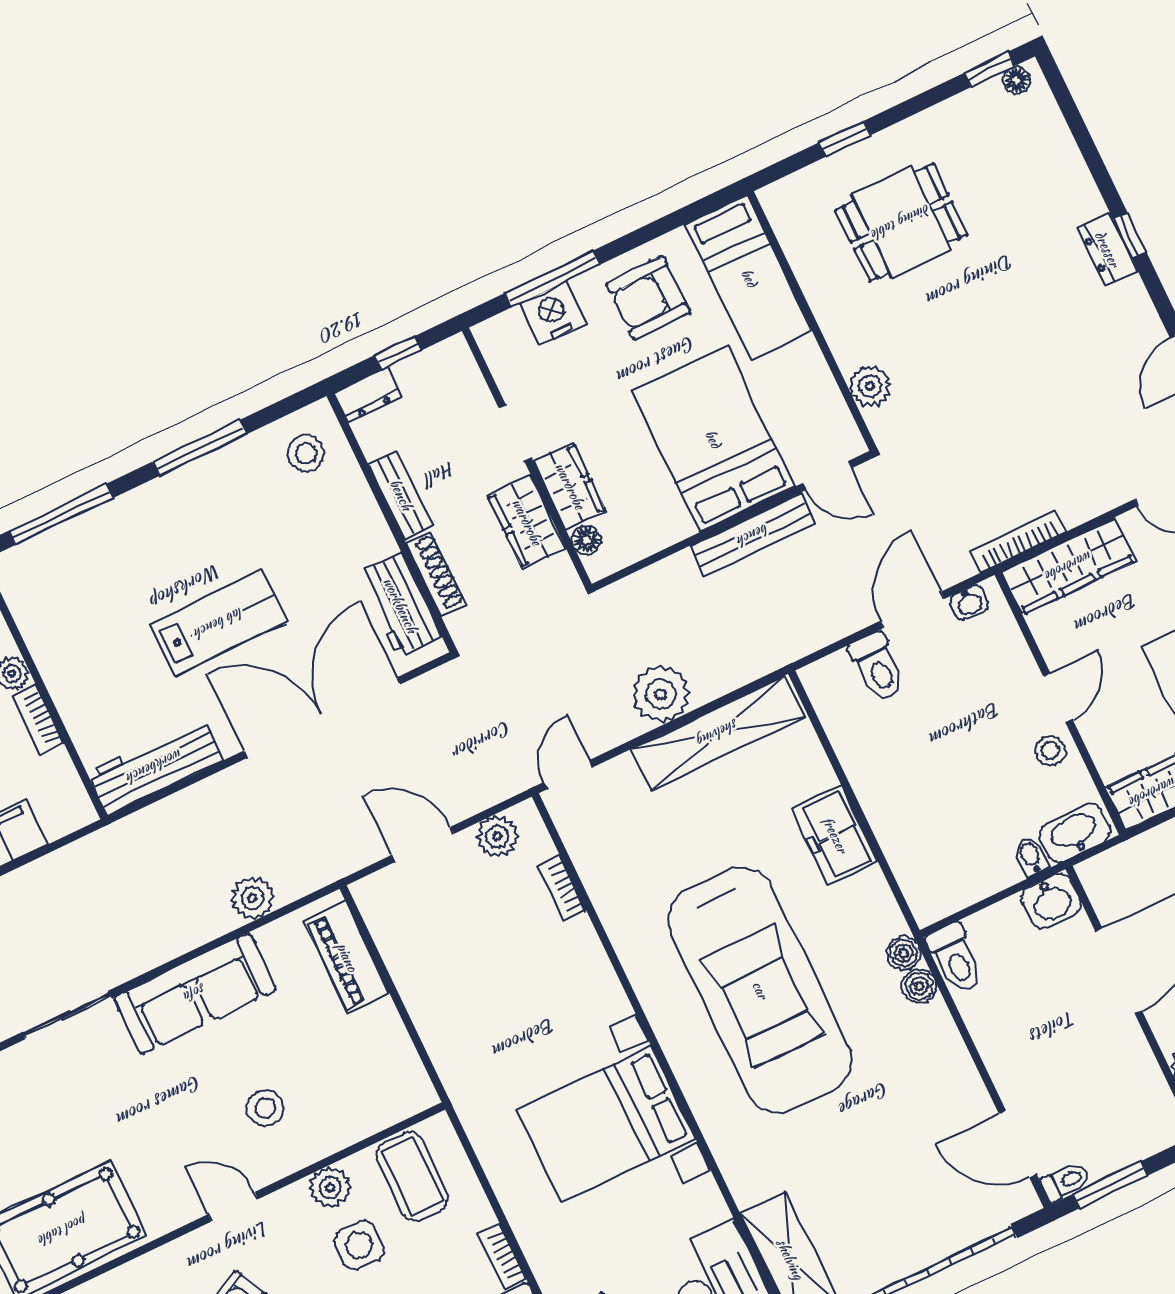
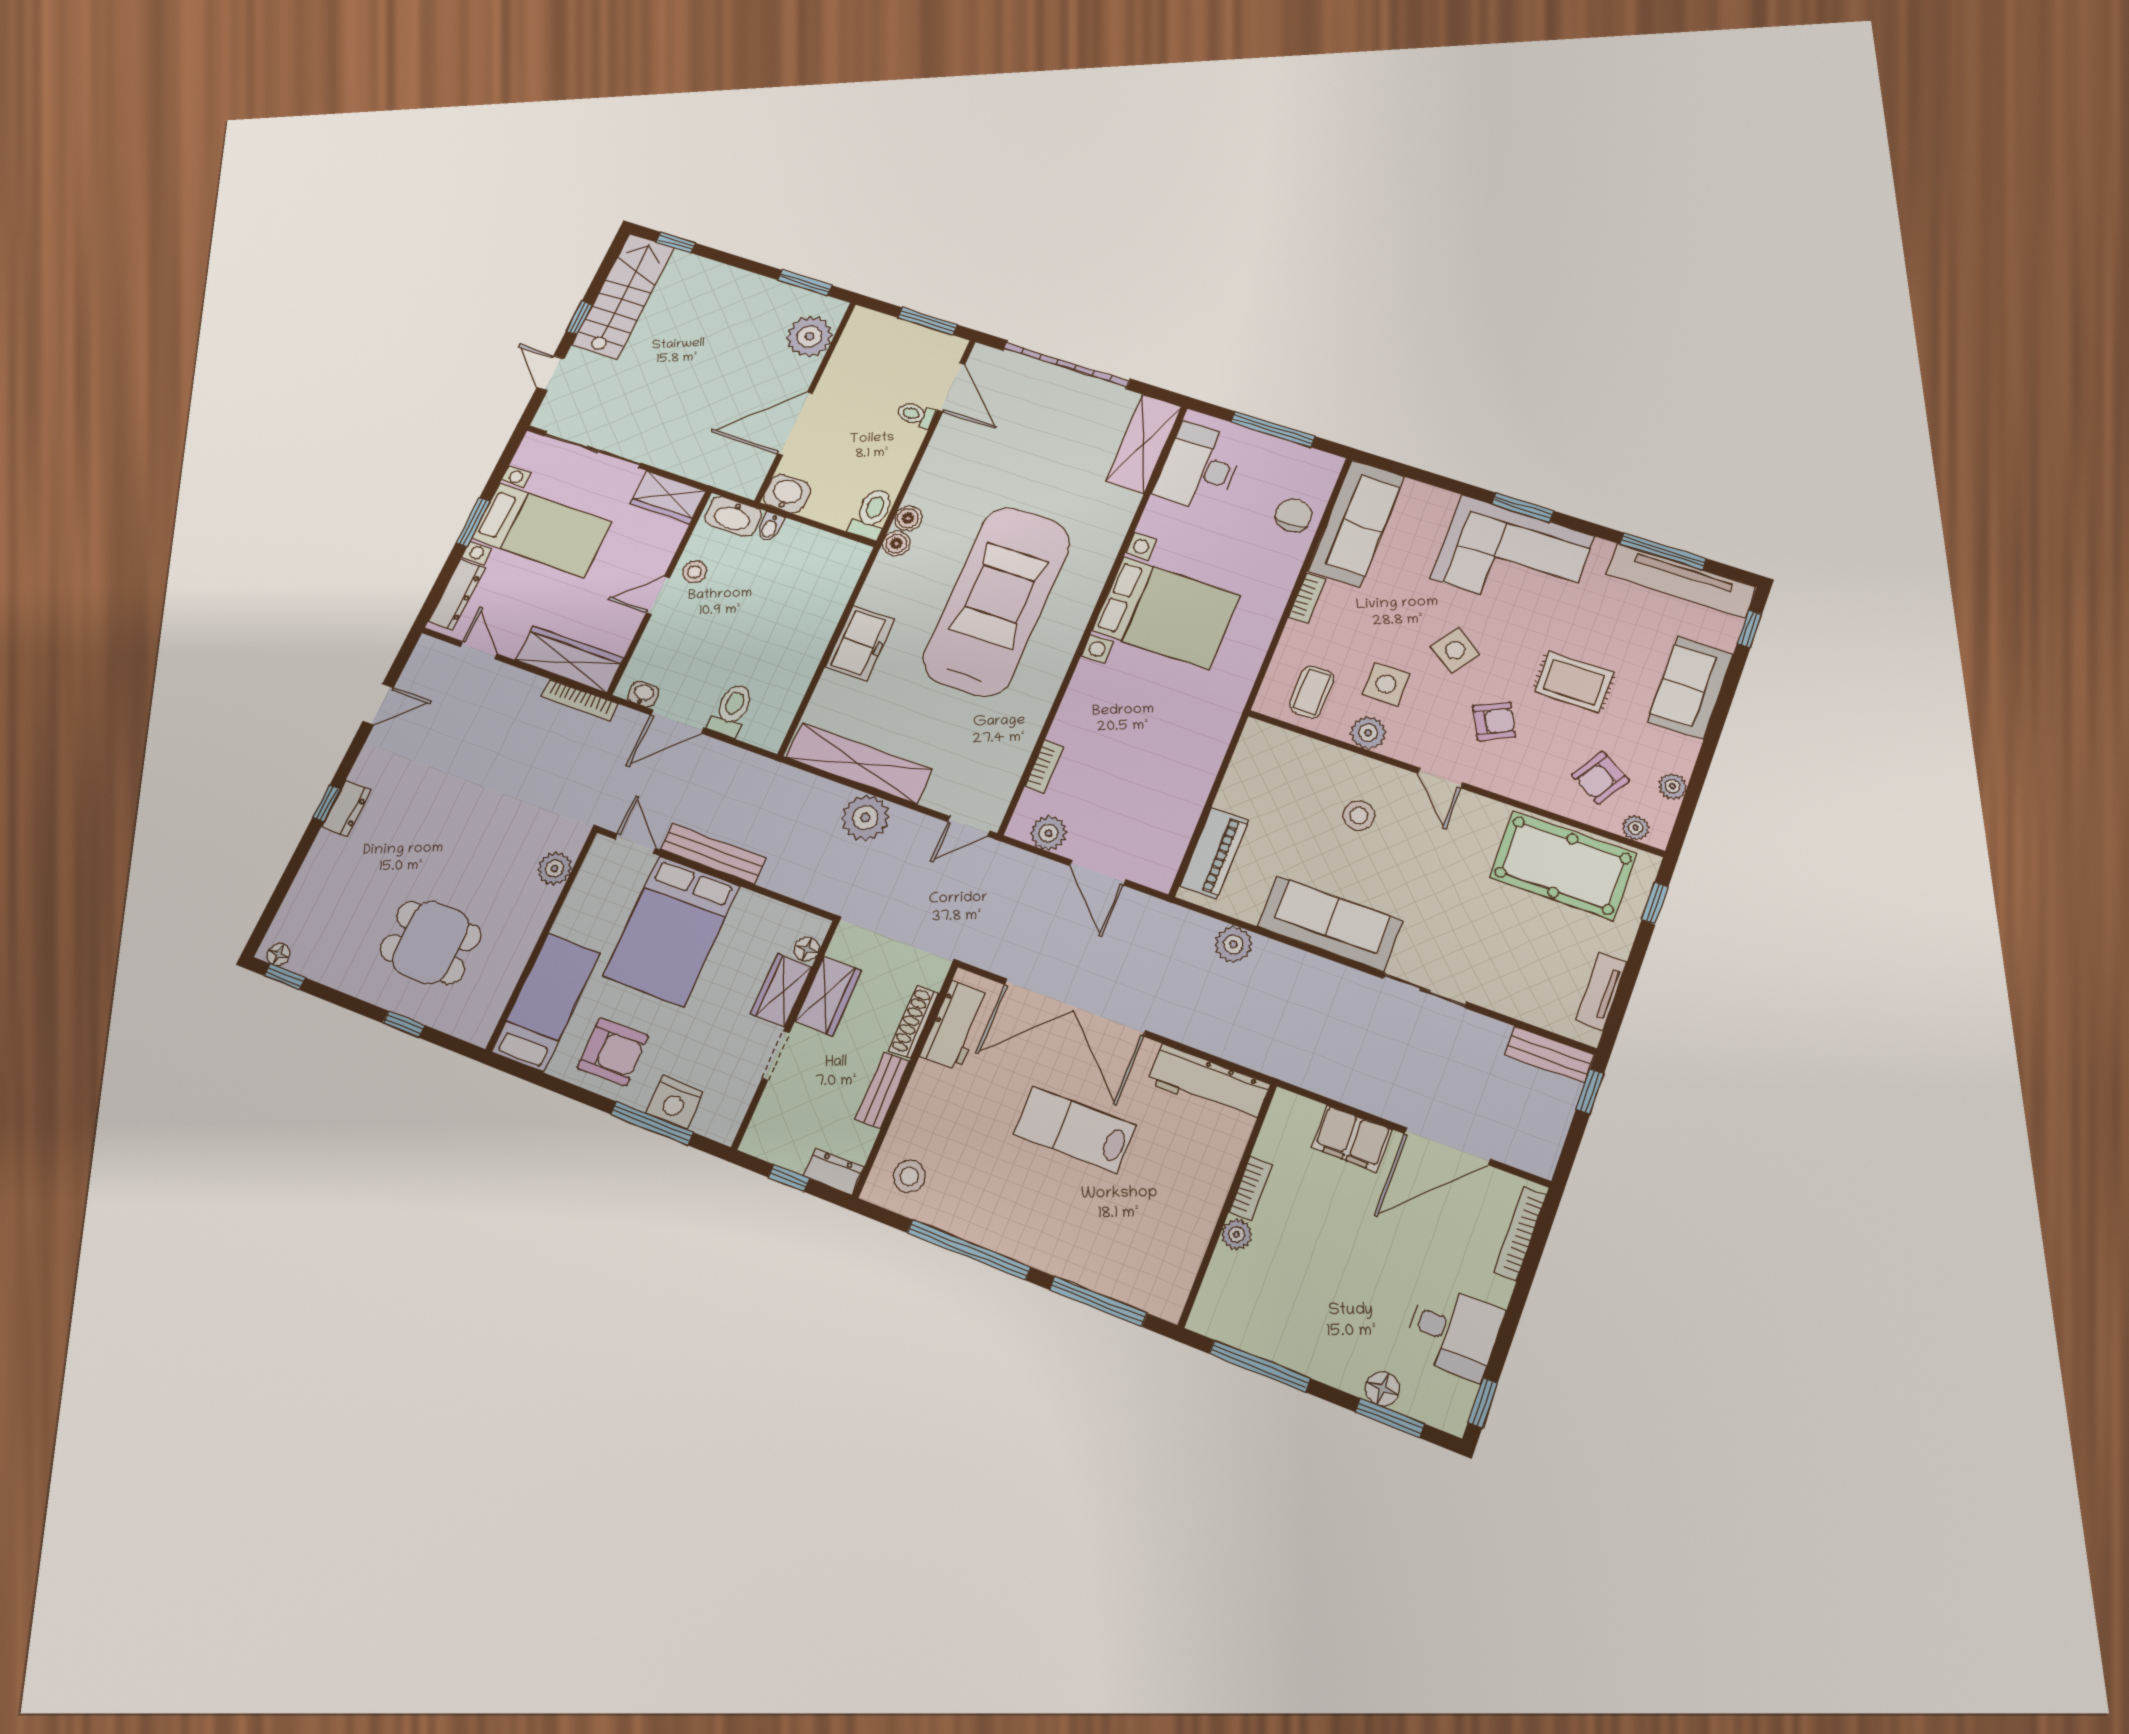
window: (200, 448) -> (969, 1250), width x1.46
coffee table: (412, 1176) -> (1312, 692), width x0.73, depth x0.77
toilet: (1066, 1182) -> (916, 415), moved

